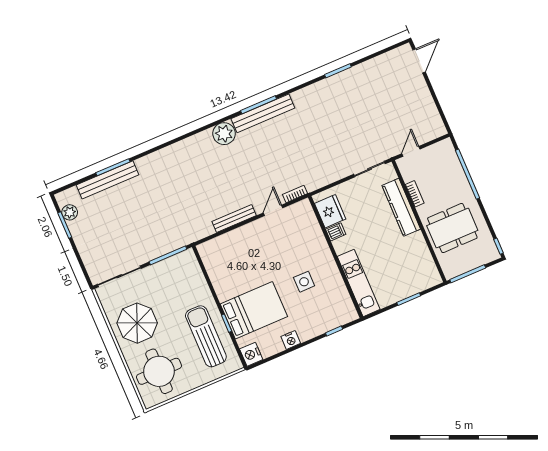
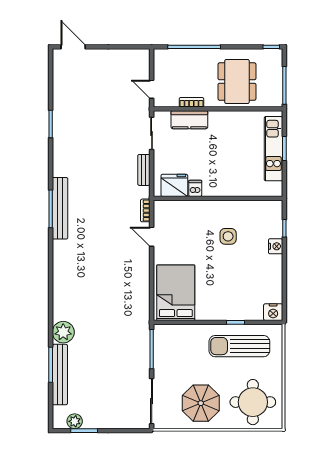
plant: (224, 134) -> (63, 332), moved
kitchen counter: (401, 207) -> (189, 120), width x0.67
bench: (234, 219) -> (144, 170), moved, width x0.73
kitchen unit: (359, 283) -> (273, 149), moved, turned -90
bed: (254, 310) -> (176, 293), moved
nightstand: (291, 340) -> (276, 246), moved

